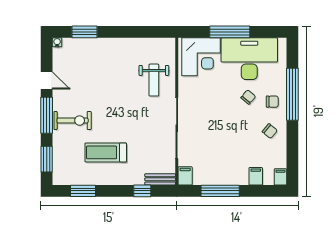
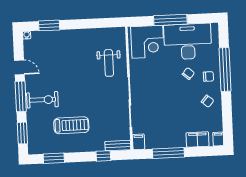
treadmill: (106, 152) -> (71, 125), turned 180
filing cabinet: (256, 176) -> (198, 139), width x2.00

